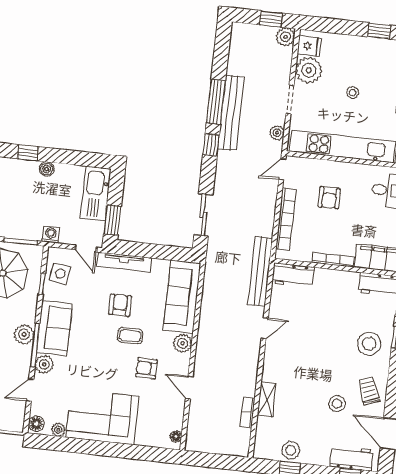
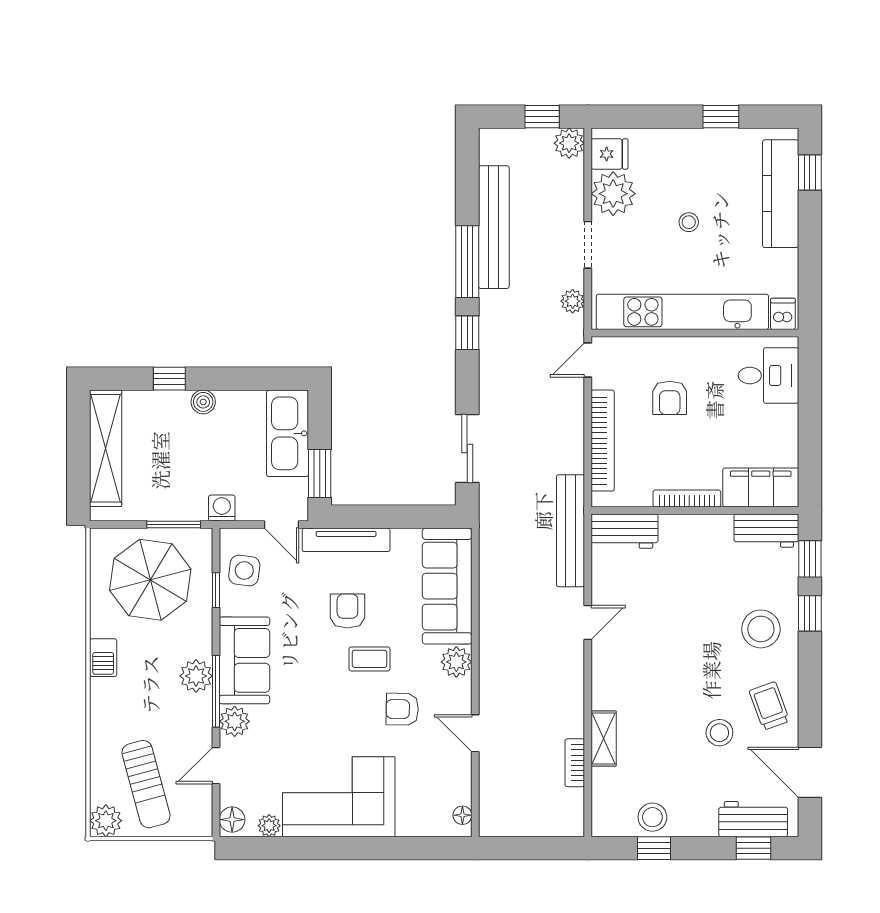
bench: (231, 113) -> (494, 227), moved

